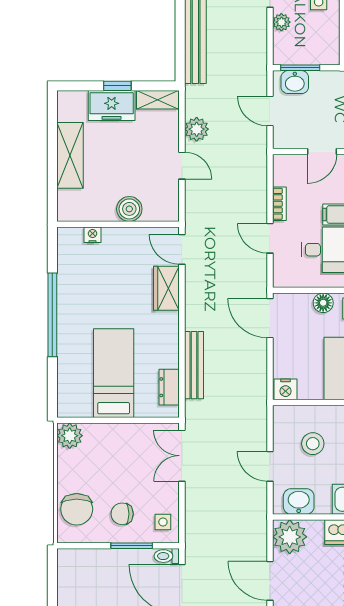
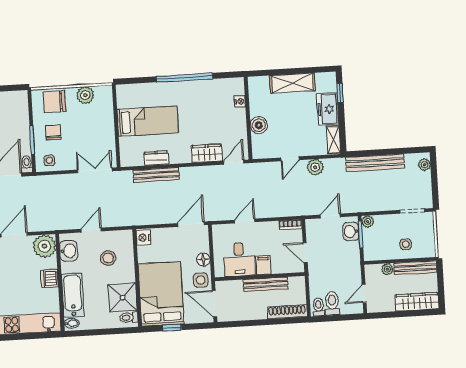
plant: (281, 22) -> (368, 221), moved
window: (117, 86) -> (340, 93), moved
bookcase: (279, 204) -> (290, 225), moved
dresser: (169, 387) -> (156, 158), moved
plant: (70, 436) -> (85, 95), moved

